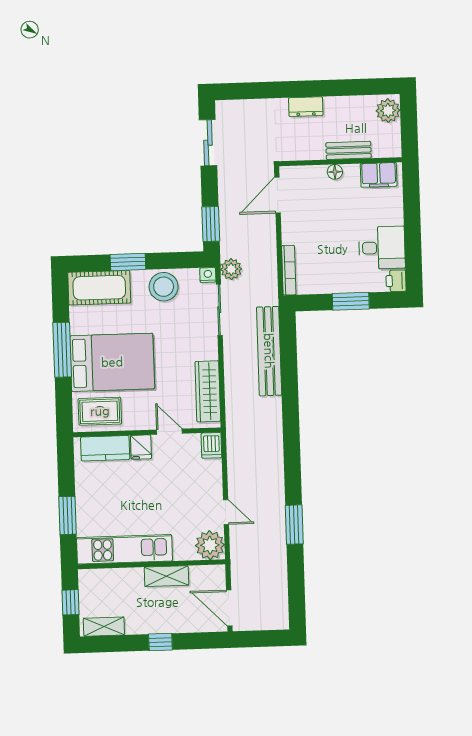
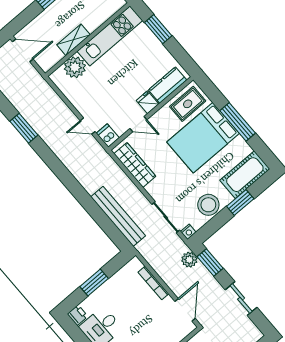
sliding door: (208, 143) -> (241, 299), moved
plant: (231, 269) -> (189, 260), moved
bookcase: (289, 270) -> (153, 283), moved
door: (226, 512) -> (88, 126), moved
plant: (210, 545) -> (75, 67), moved

